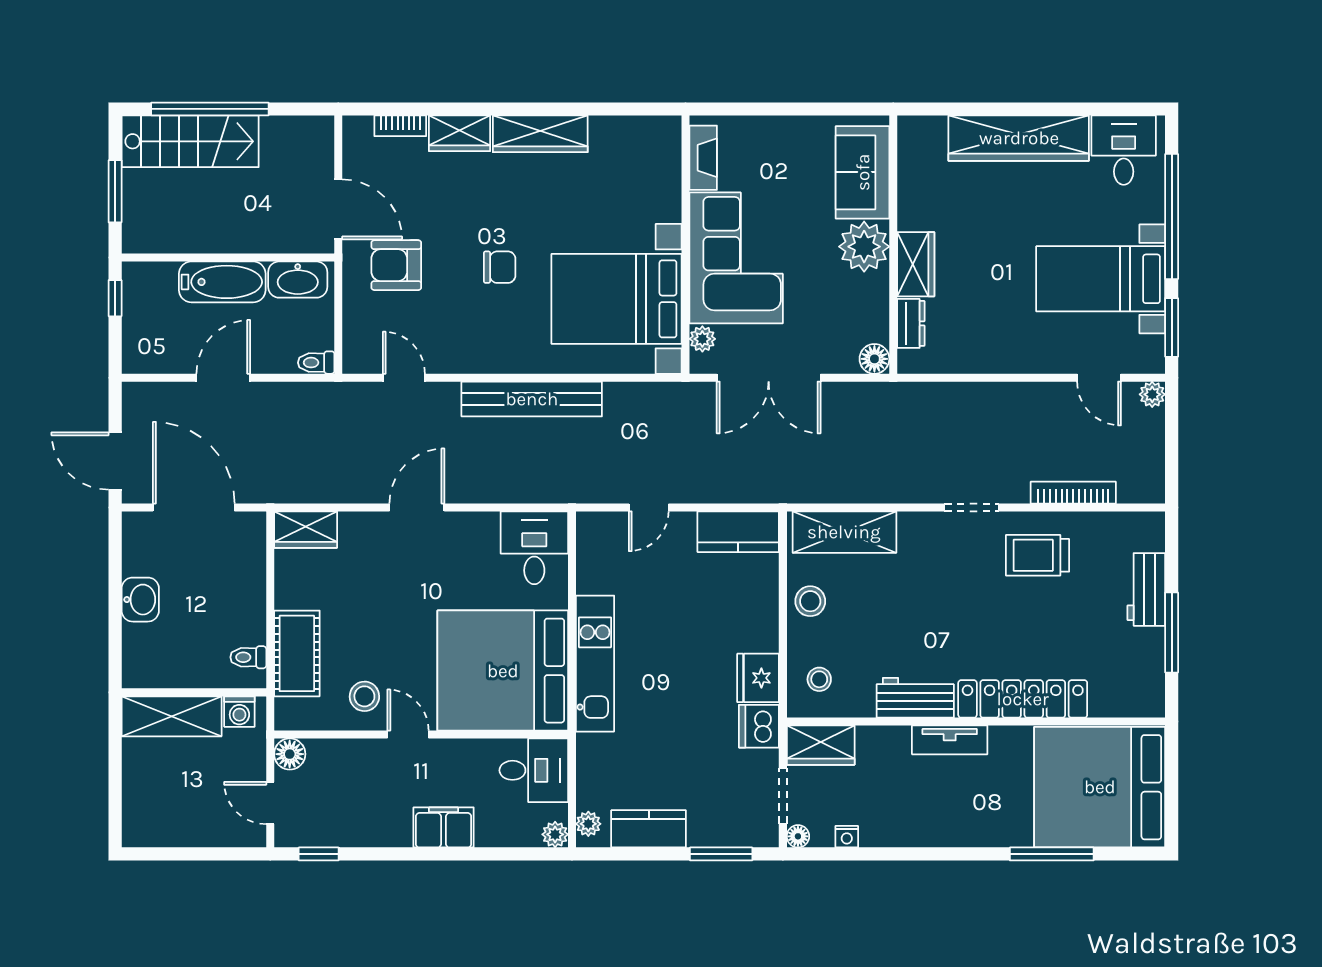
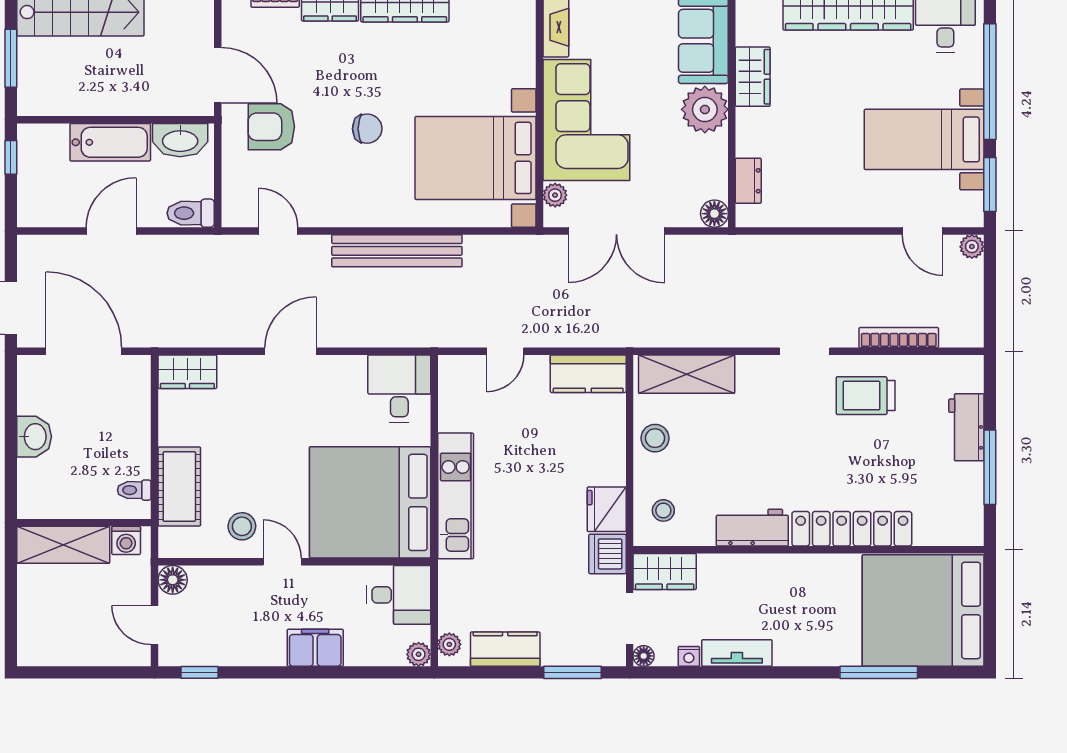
wardrobe: (916, 264) -> (753, 77), moved
toilet: (316, 363) -> (191, 213), width x1.37, depth x1.39
tv unit: (950, 740) -> (737, 653), moved, turned 180

